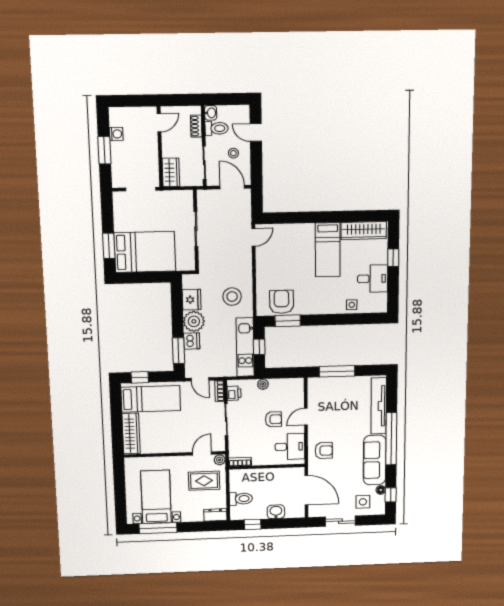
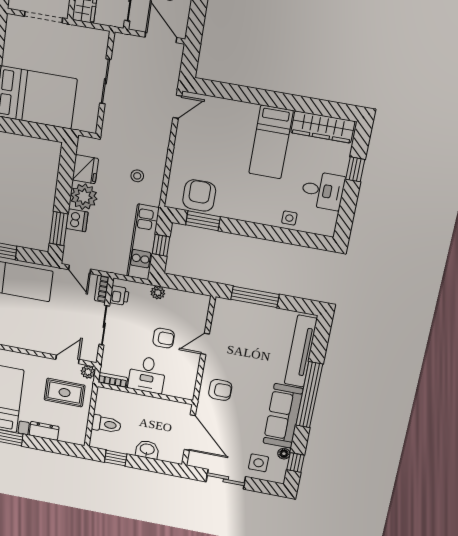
stool: (232, 297) -> (137, 176), width x0.53, depth x0.53
desk: (290, 447) -> (147, 375), moved, turned 90
dresser: (215, 515) -> (44, 431), moved

